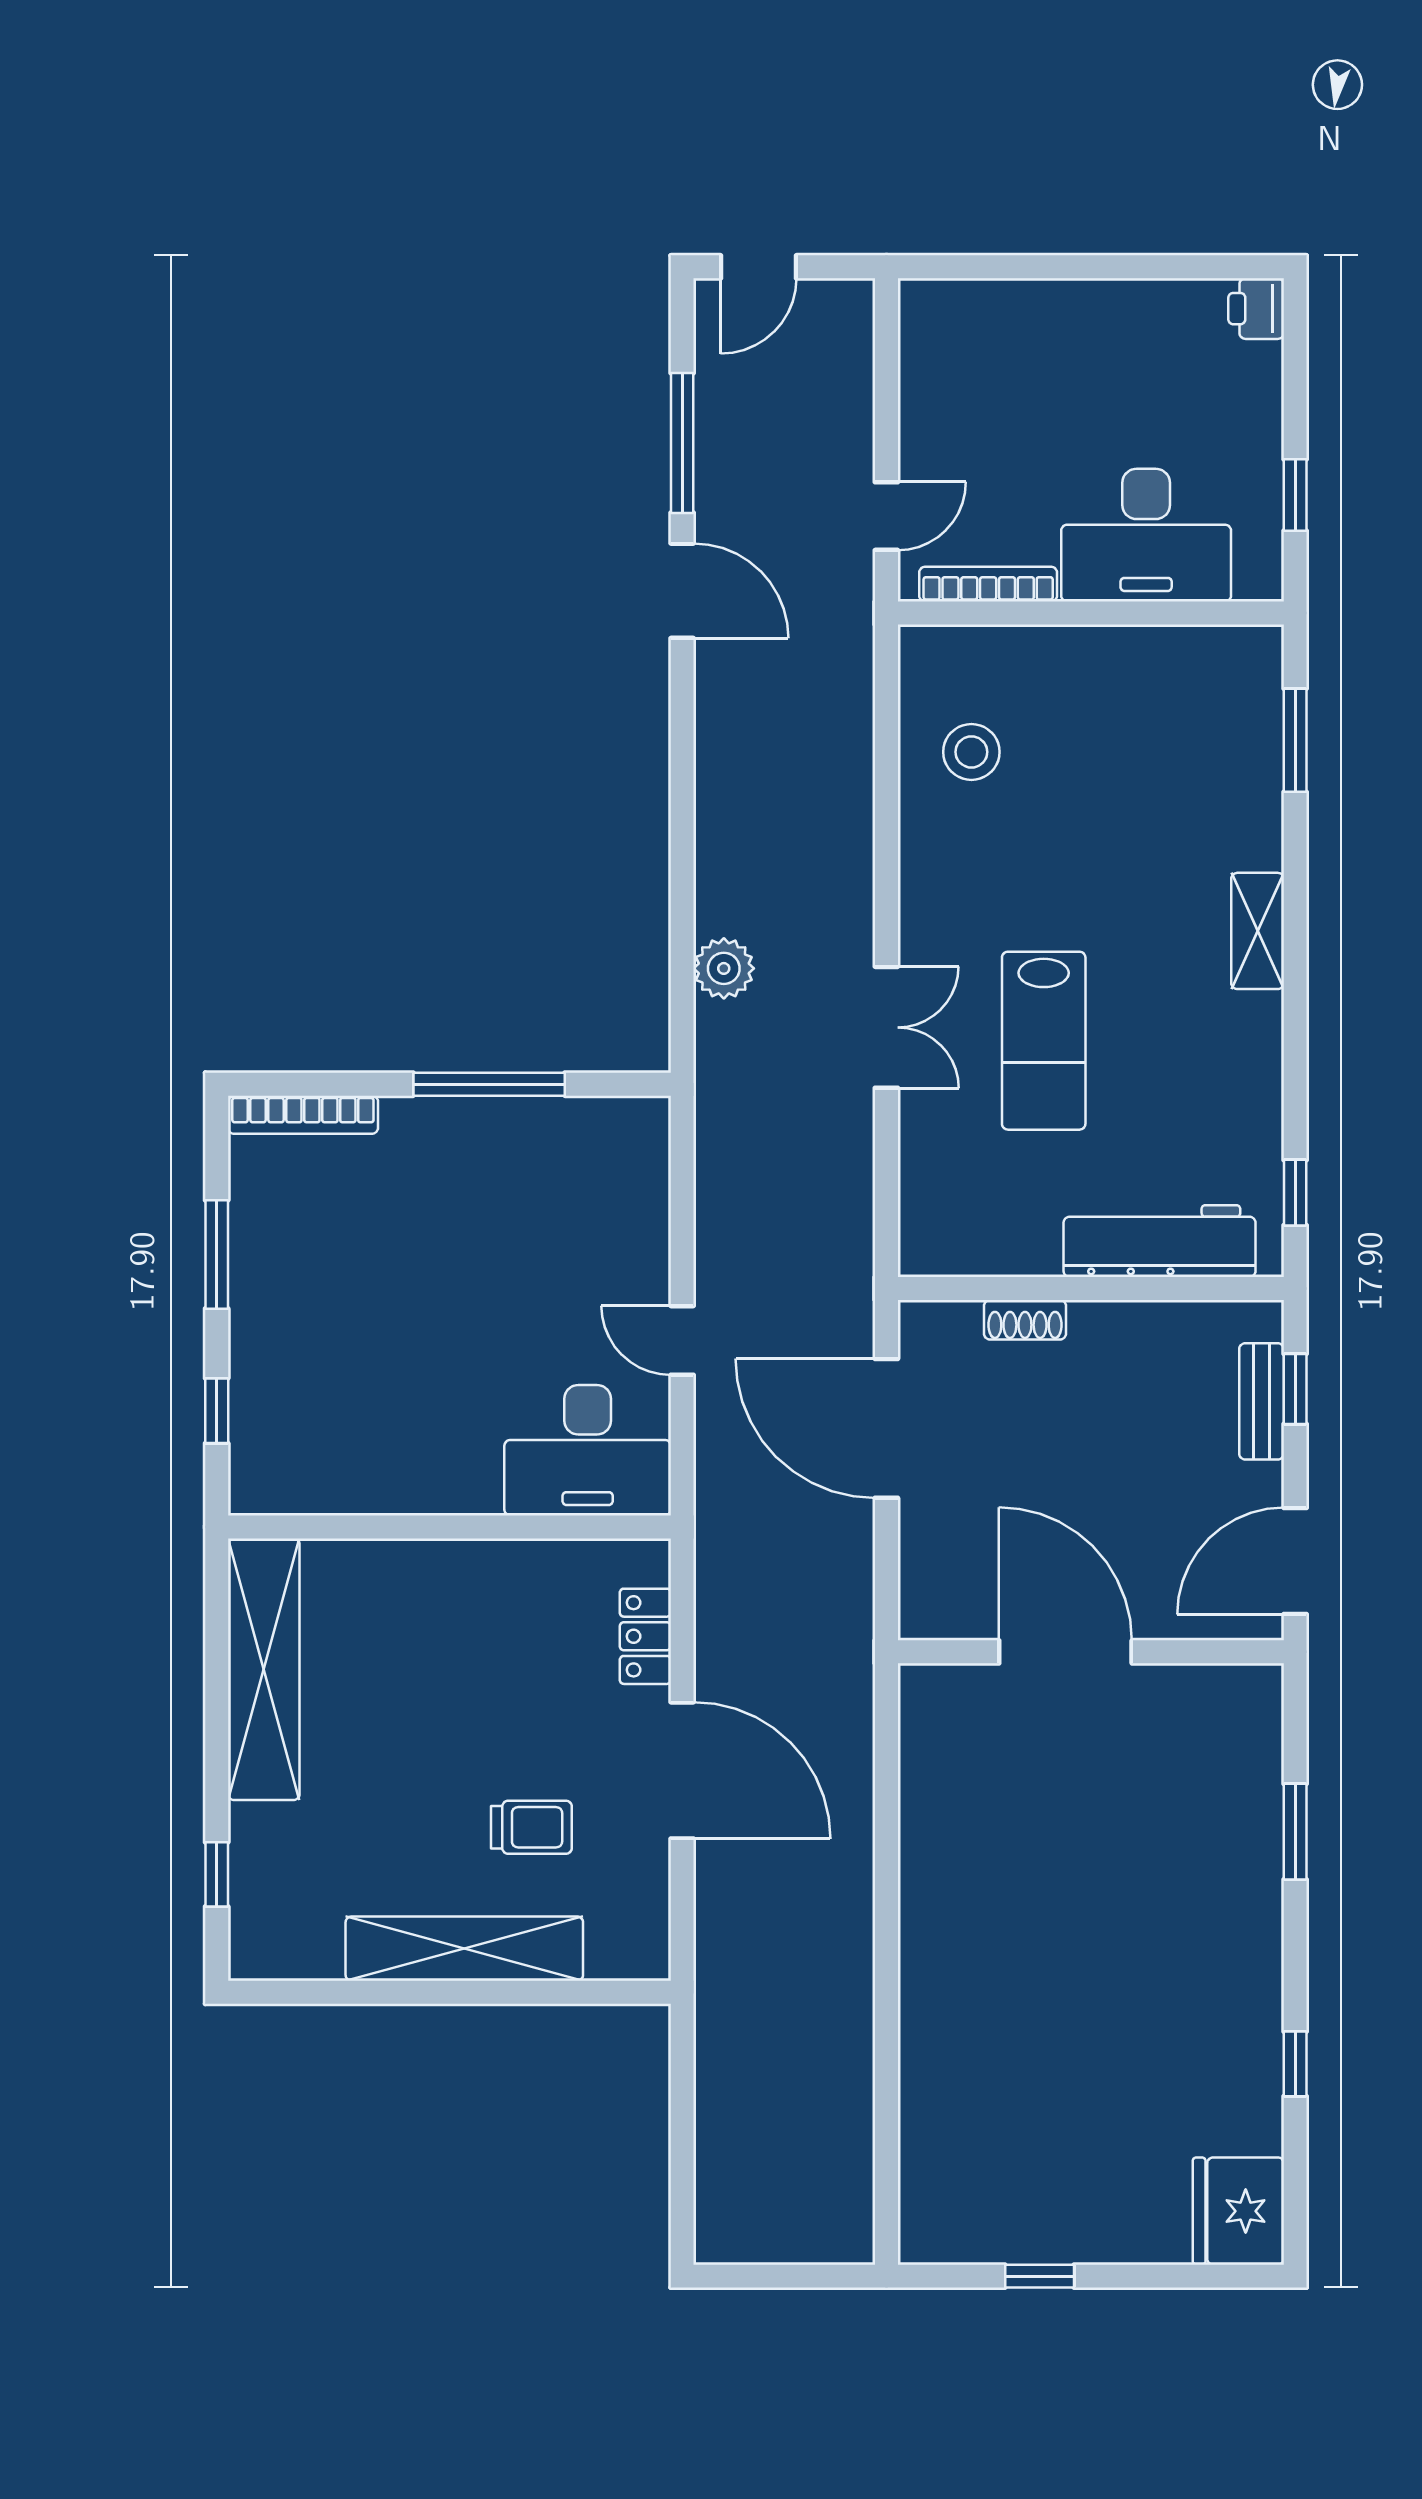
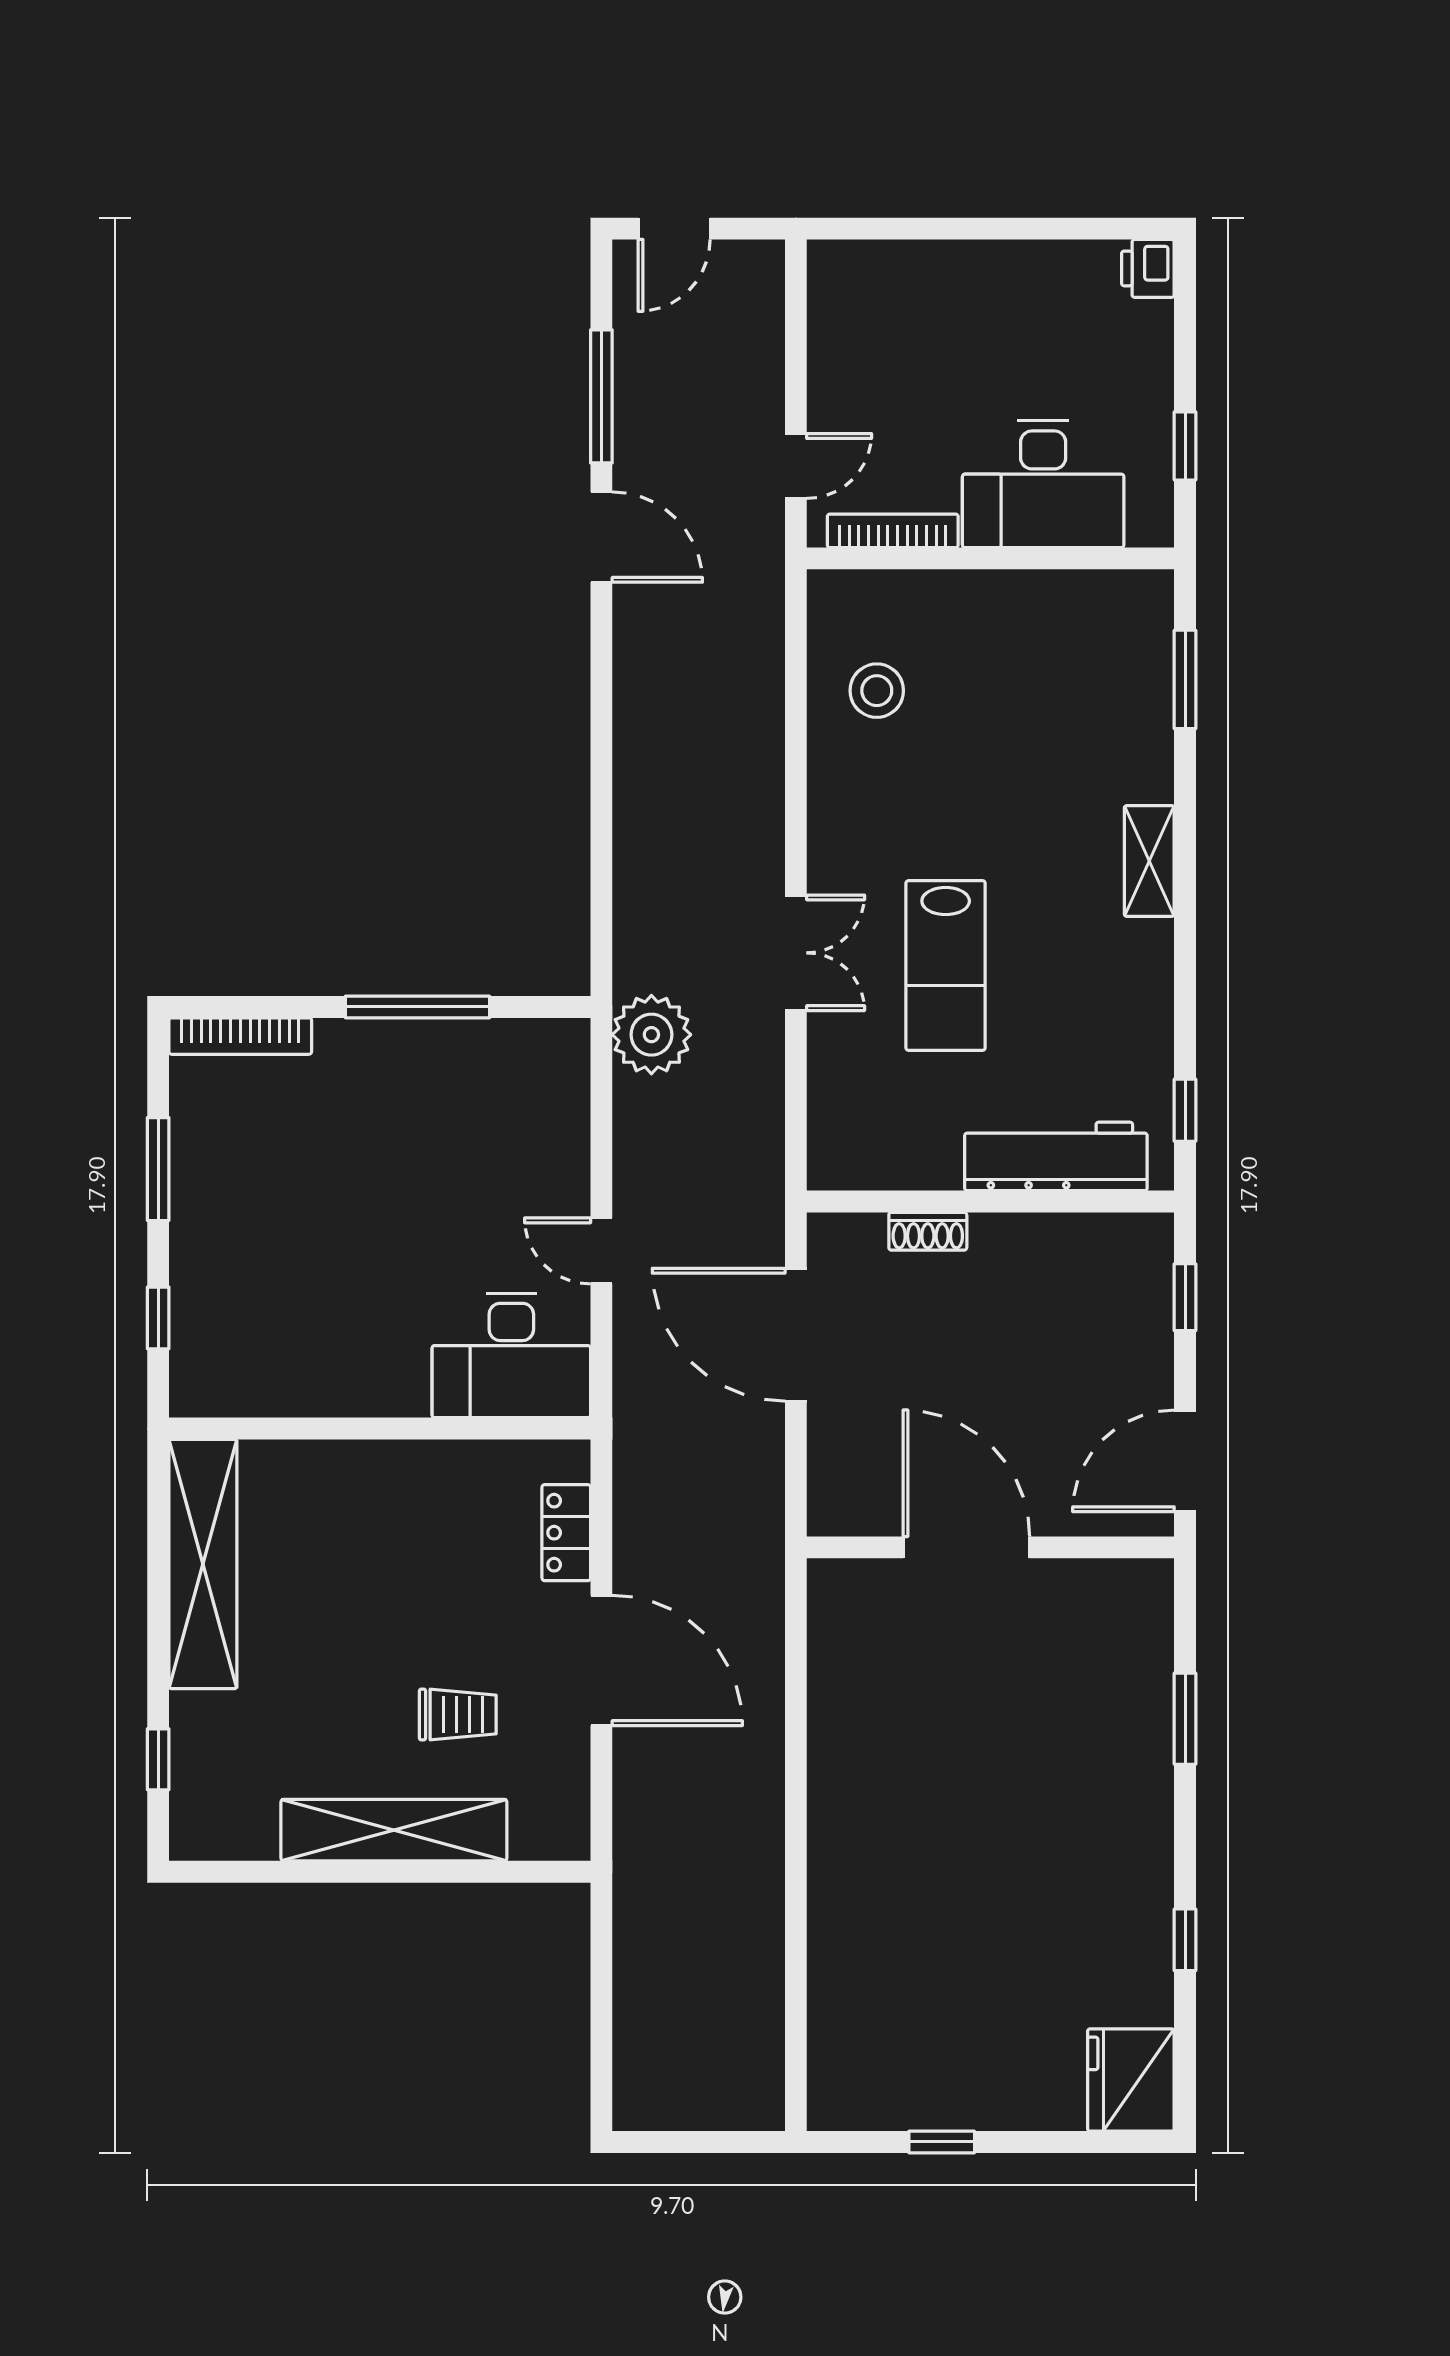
plant: (724, 968) -> (651, 1035), moved, width x1.36, depth x1.36
bench: (1262, 1401) -> (1153, 1309), removed

